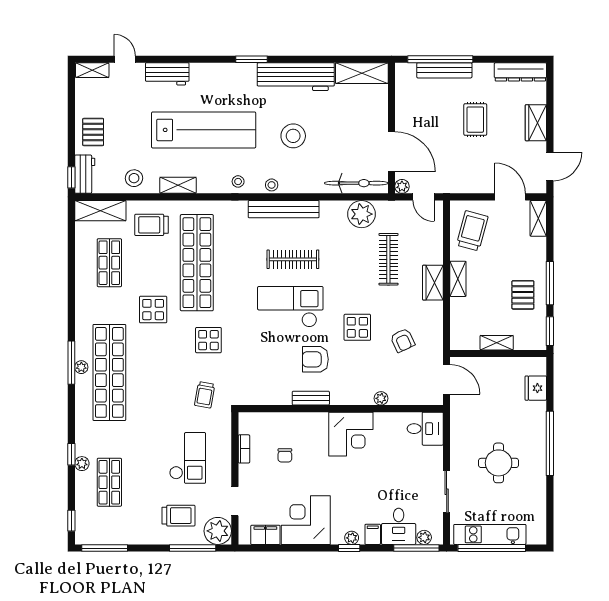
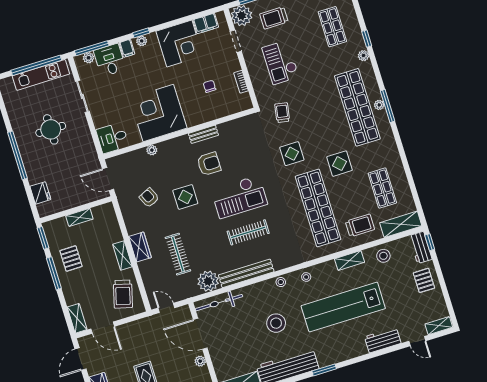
plant: (402, 186) -> (200, 361), moved
bench: (284, 209) -> (246, 273), moved
corner desk: (351, 434) -> (158, 113), width x1.36, depth x1.36
plant: (82, 464) -> (363, 56), moved

